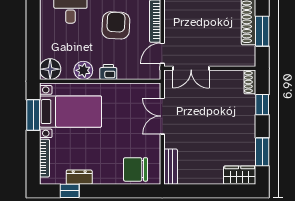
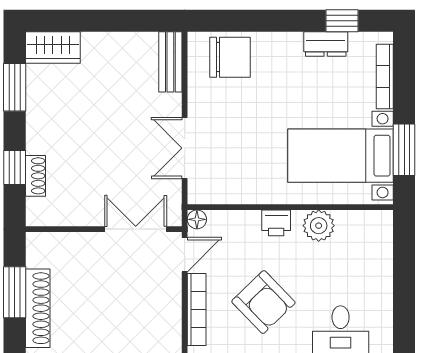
armchair: (116, 25) -> (263, 302), turned -47
floor lamp: (50, 69) -> (197, 219), moved, width x0.53, depth x0.53
shoe rack: (250, 82) -> (36, 176), moved
double door: (162, 116) -> (185, 148), swing flipped

